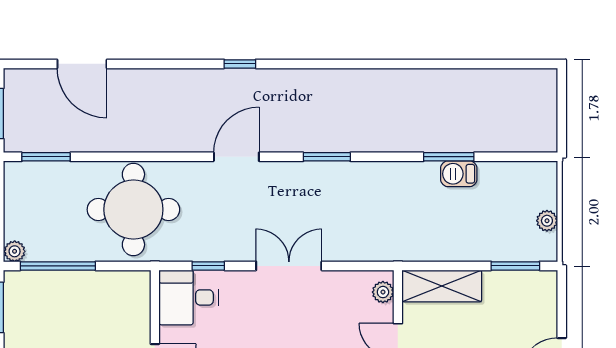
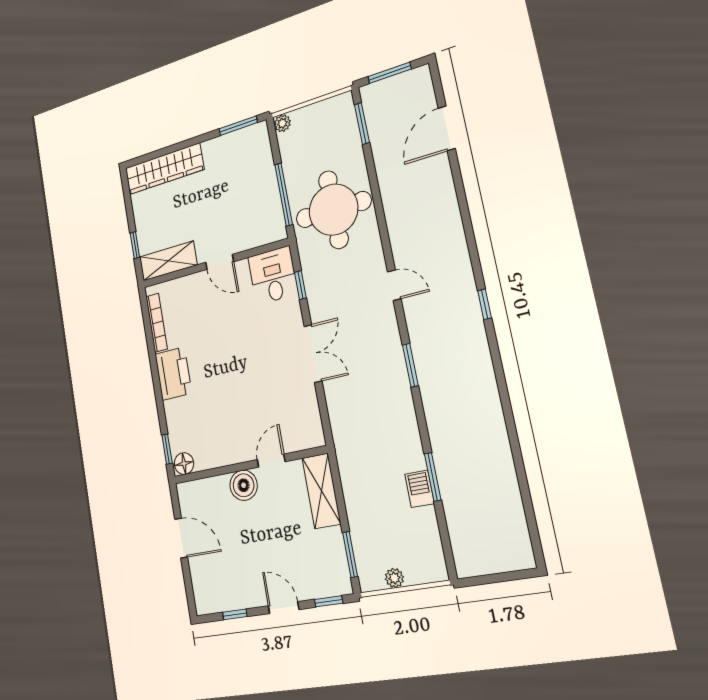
window: (240, 64) -> (485, 304), moved
door: (236, 157) -> (394, 285), width x0.73
window: (58, 266) -> (284, 195), moved
plant: (383, 292) -> (307, 440), removed
window: (562, 301) -> (329, 601), added

